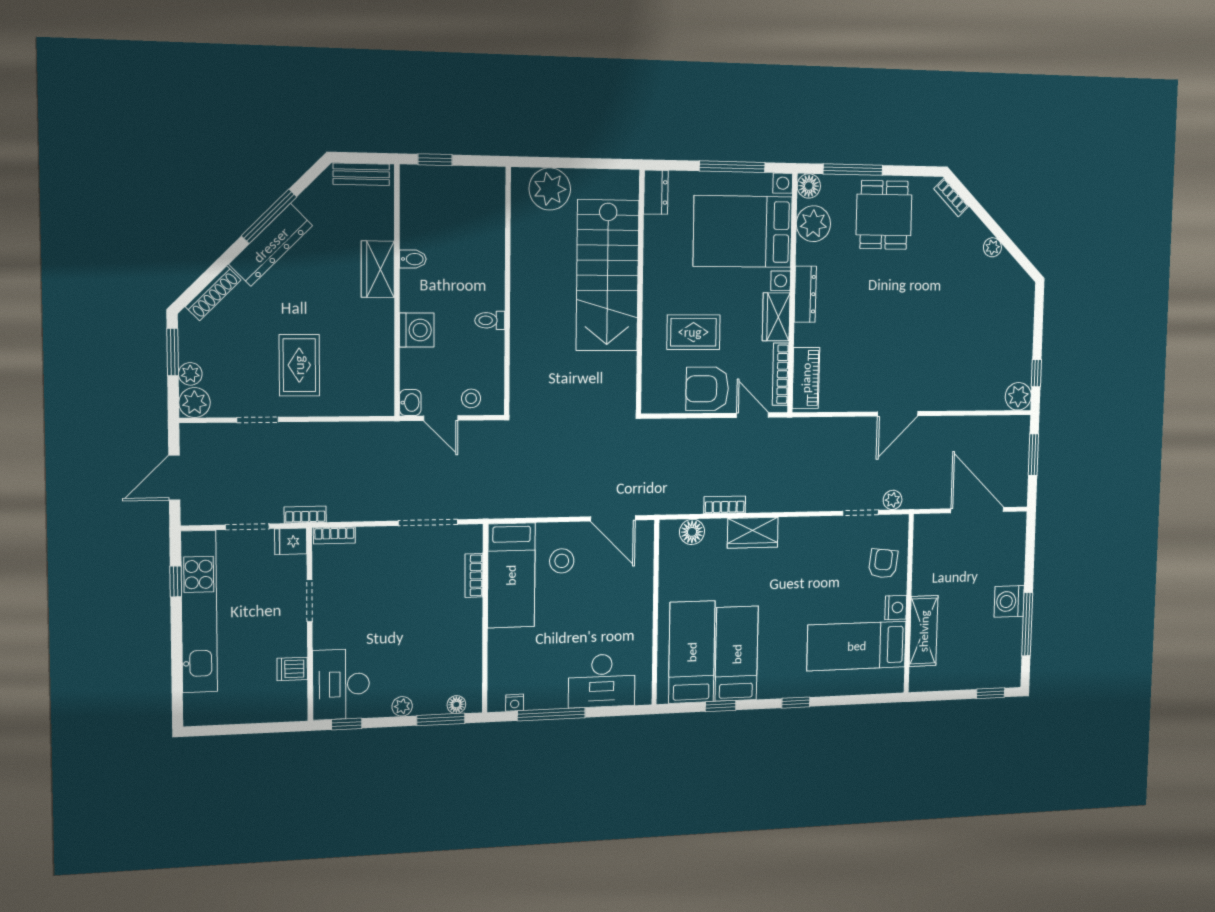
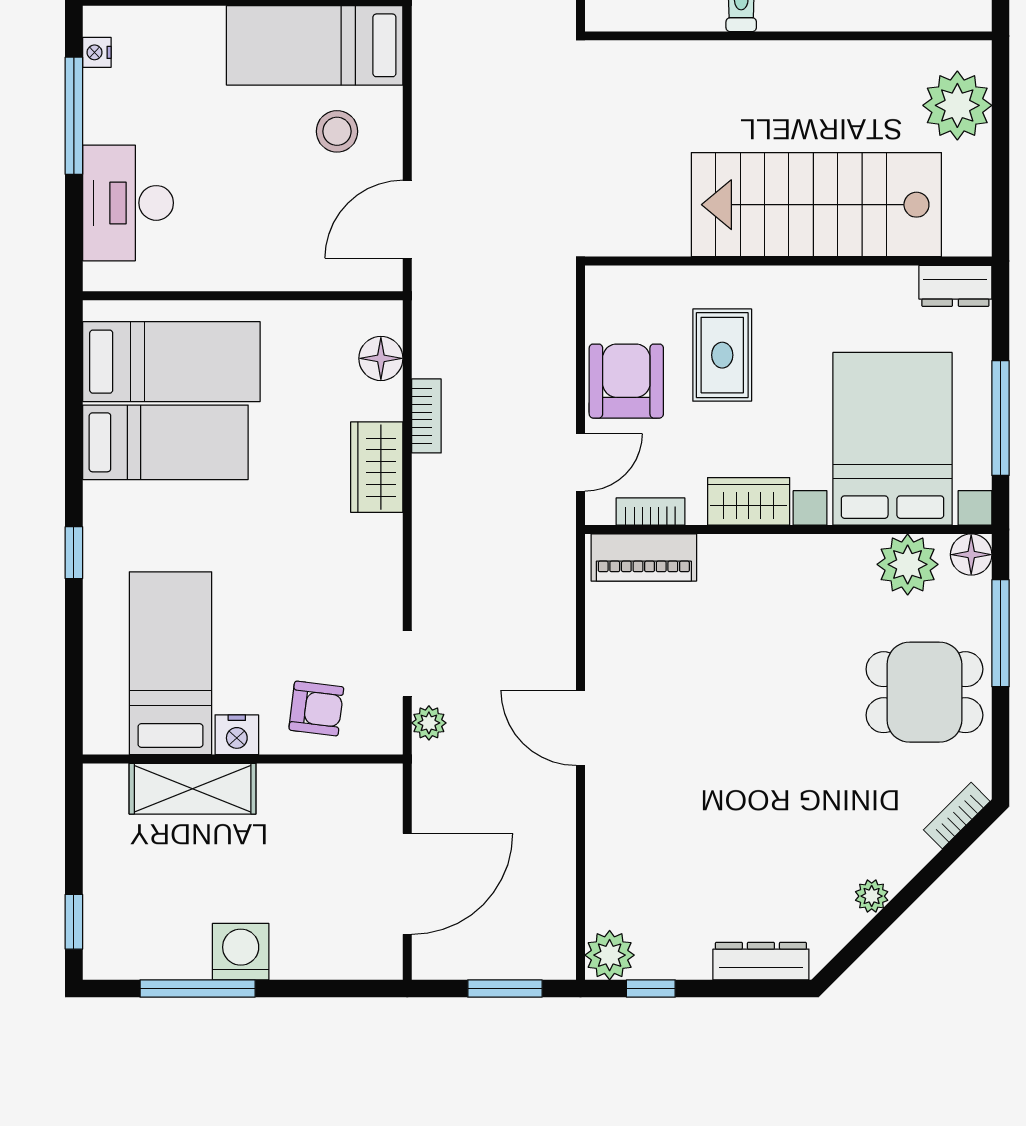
dresser: (805, 294) -> (761, 961), moved, turned 180
bookcase: (781, 374) -> (651, 511), width x0.64
window: (721, 706) -> (74, 415), removed

